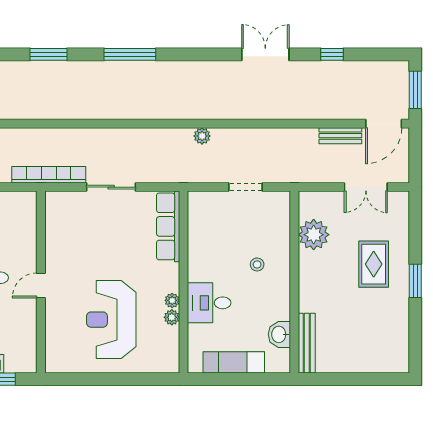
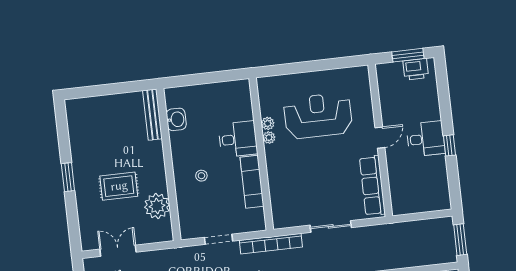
bookcase: (49, 175) -> (271, 244), moved
row of seats: (168, 226) -> (372, 186), moved, turned 180
rug: (374, 264) -> (119, 186), moved, turned 90
reception desk: (111, 320) -> (318, 116), turned -90
exam couch: (234, 362) -> (252, 182), moved, turned 90

